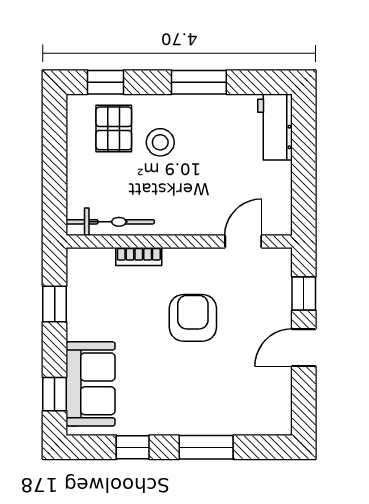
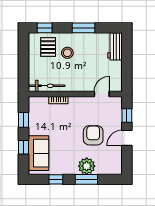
armchair: (193, 318) -> (93, 135), moved
window: (55, 394) -> (24, 147), moved
plant: (207, 415) -> (87, 166), added

